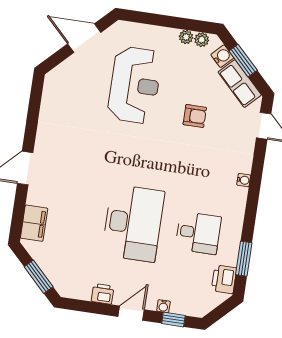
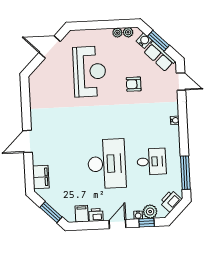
armchair: (195, 116) -> (134, 84), turned 180
window: (244, 259) -> (185, 173), width x1.44
printer: (224, 279) -> (171, 201), moved, turned 45
filing cabinet: (82, 288) -> (82, 214), added
plant: (182, 305) -> (150, 212), added

